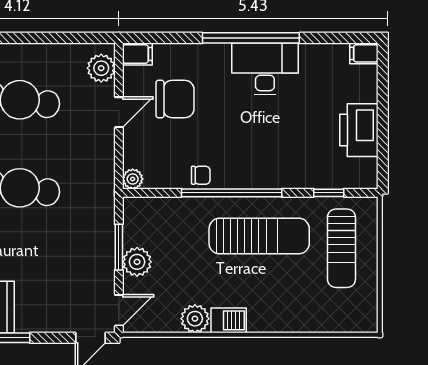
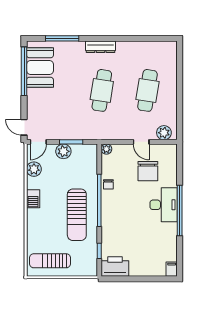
filing cabinet: (137, 54) -> (171, 152), removed
desk: (265, 69) -> (164, 205), moved
printer: (359, 130) -> (115, 266), moved
sun lounger: (341, 248) -> (50, 261), moved
door: (119, 310) -> (38, 142), hinge flipped
plant: (195, 319) -> (34, 169), moved

